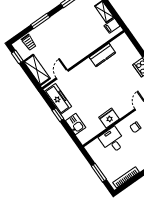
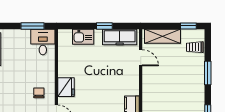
fridge: (109, 118) -> (66, 87), moved
desk: (112, 140) -> (43, 42), moved, turned -90
window: (99, 173) -> (32, 26), moved

